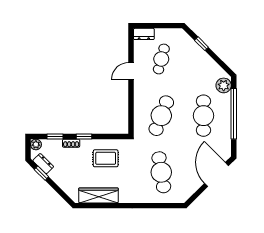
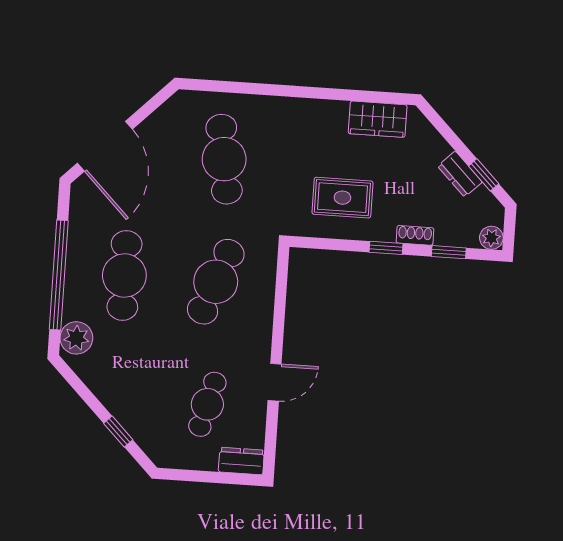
dresser: (43, 164) -> (460, 174), moved
wardrobe: (98, 195) -> (378, 119), width x0.67

